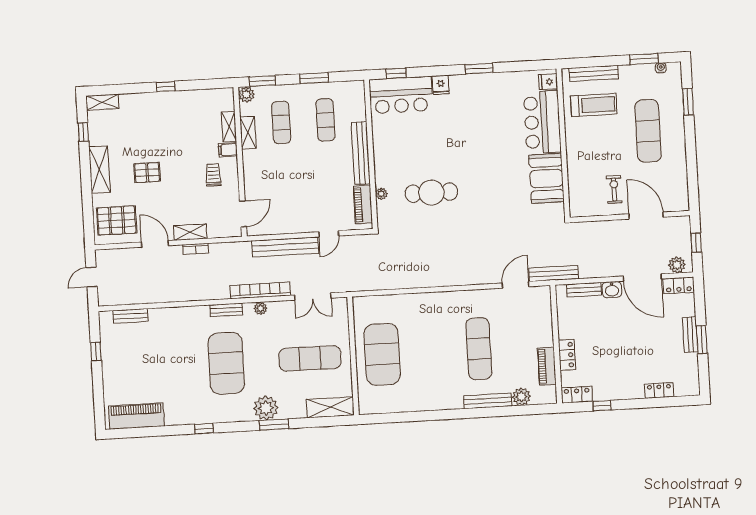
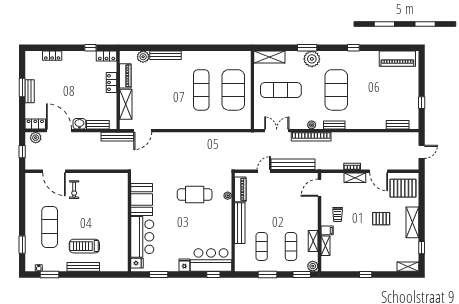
fridge: (548, 82) -> (137, 263), moved
bar counter: (542, 122) -> (142, 237), moved
wall: (563, 143) -> (129, 222), moved
booth: (546, 178) -> (142, 199), moved
shelving: (543, 323) -> (126, 104), added
exercise mat: (479, 349) -> (201, 90), moved

